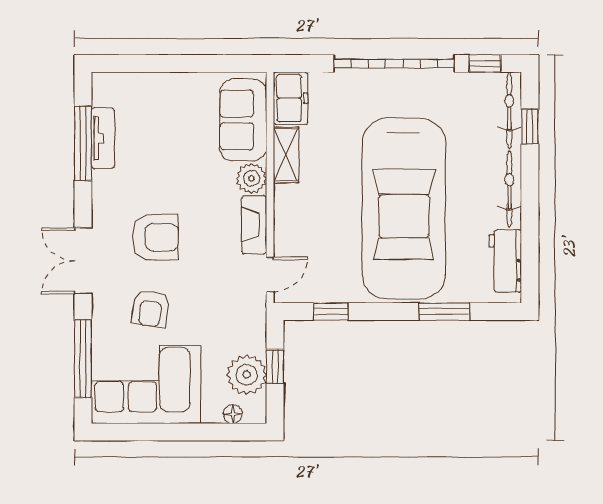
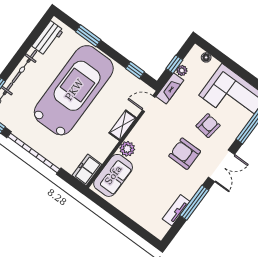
window: (83, 143) -> (194, 203), moved
shelving: (286, 155) -> (123, 125), moved
fireplace: (254, 225) -> (170, 88), moved
plant: (247, 375) -> (182, 71), width x0.53, depth x0.53

